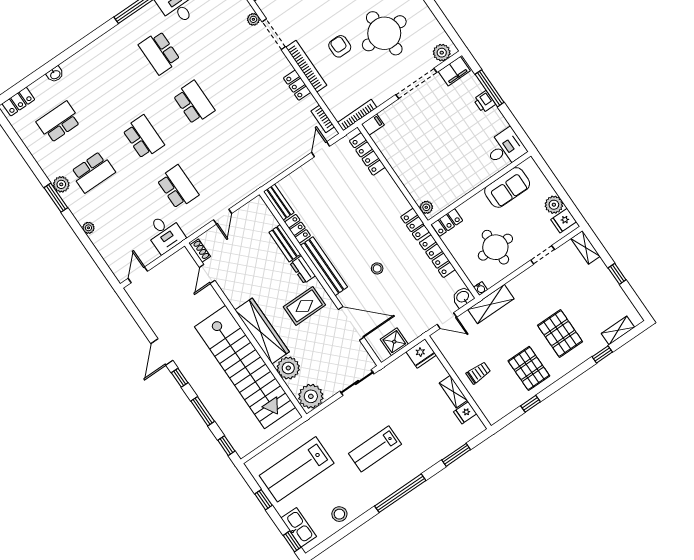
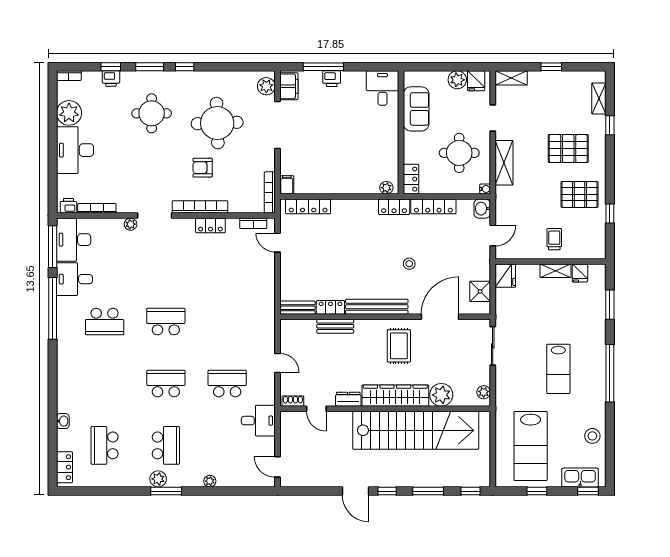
dresser: (303, 270) -> (348, 399), moved, turned 180
shelving: (491, 304) -> (504, 163), moved
plant: (311, 396) -> (484, 392), width x0.53, depth x0.53

